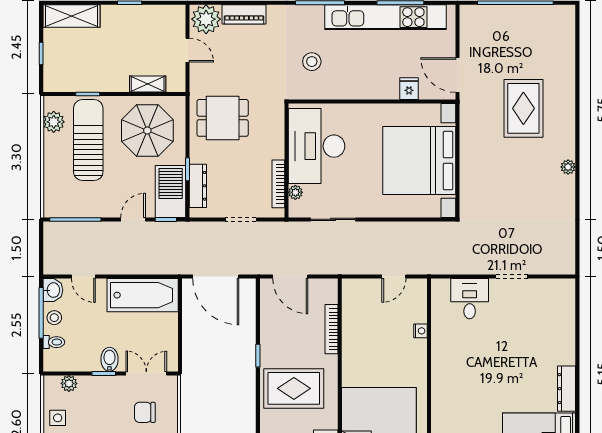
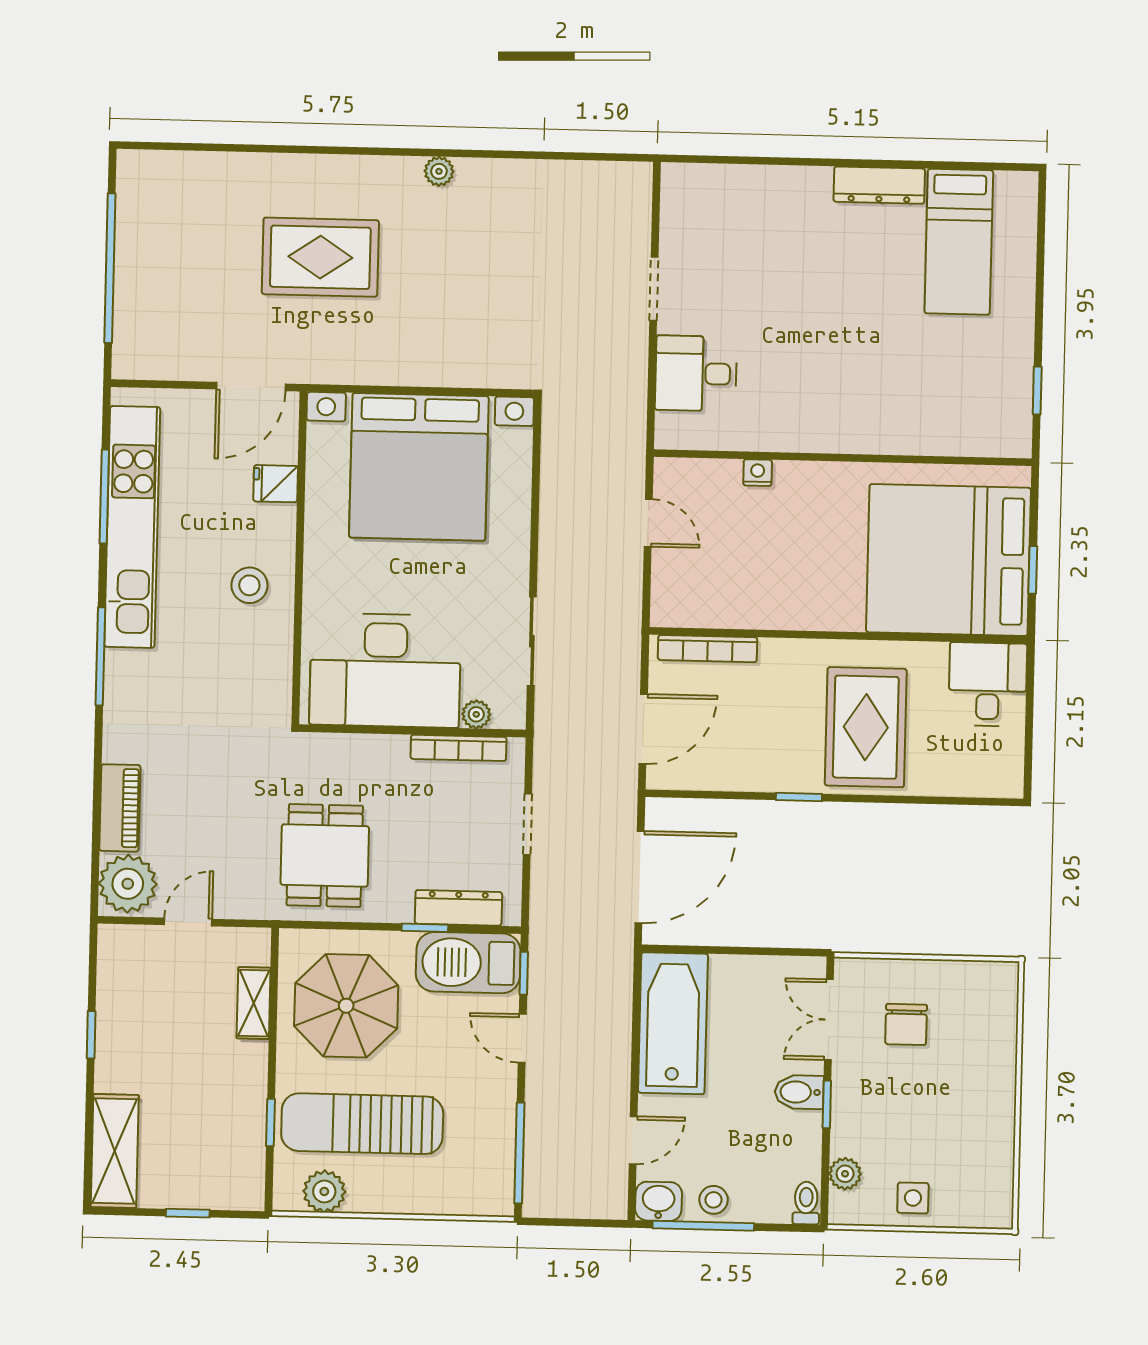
stool: (312, 62) -> (249, 585), moved
bookcase: (331, 329) -> (708, 649), moved
toilet: (54, 342) -> (806, 1203), moved

